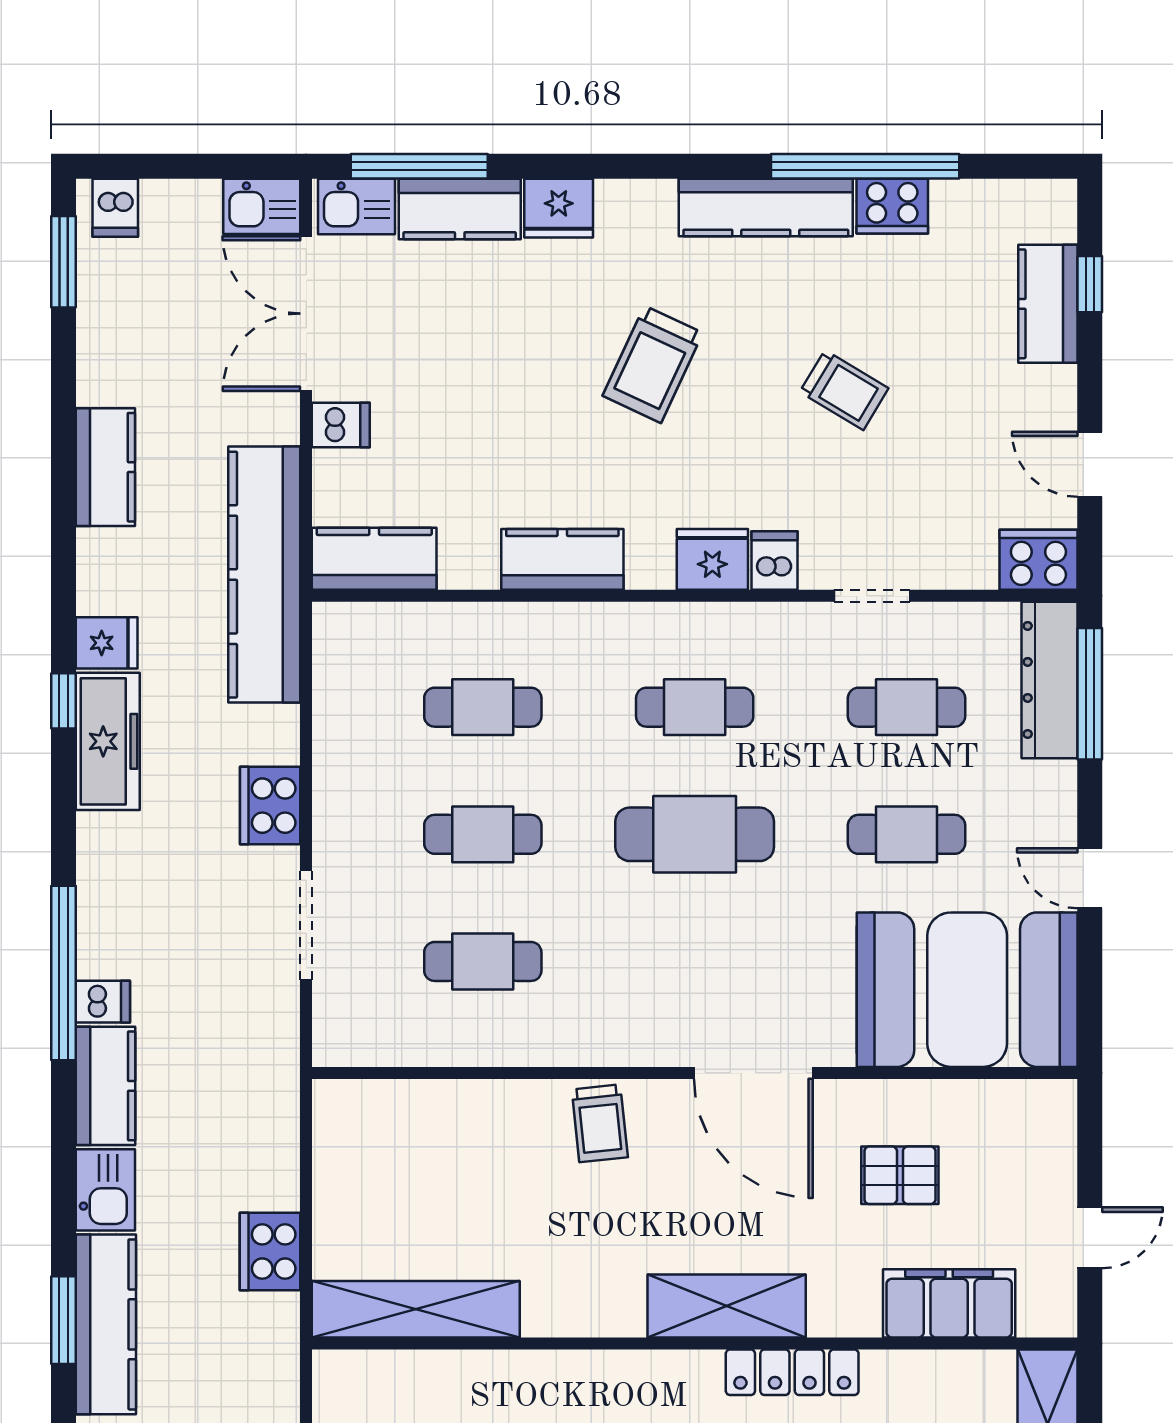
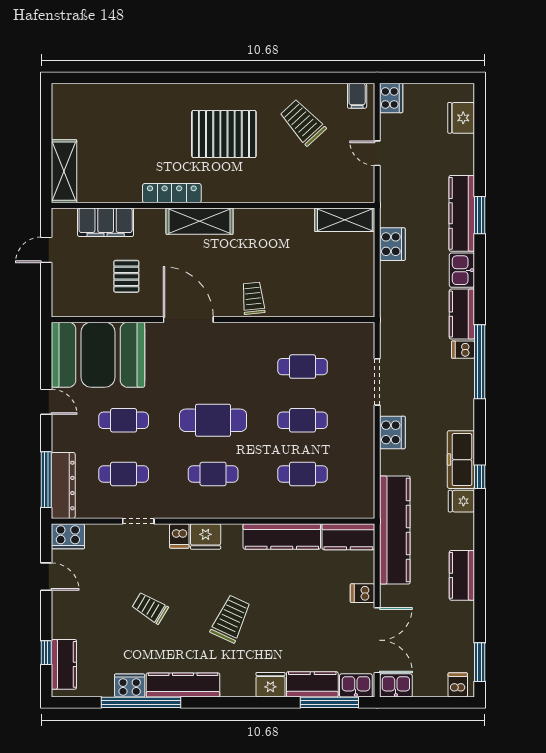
kitchen counter: (1048, 304) -> (64, 664), moved
kitchen counter: (562, 559) -> (282, 536), width x1.50
pallet: (900, 1175) -> (126, 276), turned 90
shelving: (416, 1309) -> (345, 220), width x0.68

